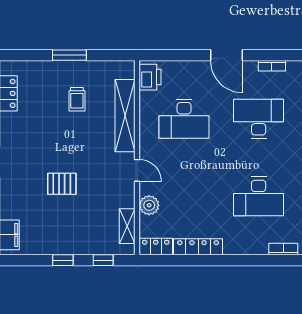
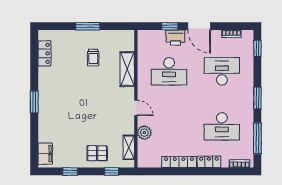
window: (185, 55) -> (170, 26), added
printer: (150, 77) -> (175, 38), moved, turned 90
shelving: (125, 116) -> (127, 69), width x0.68
pallet: (62, 184) -> (97, 153), moved
locker: (156, 246) -> (209, 162), moved
window: (63, 260) -> (70, 171), moved

